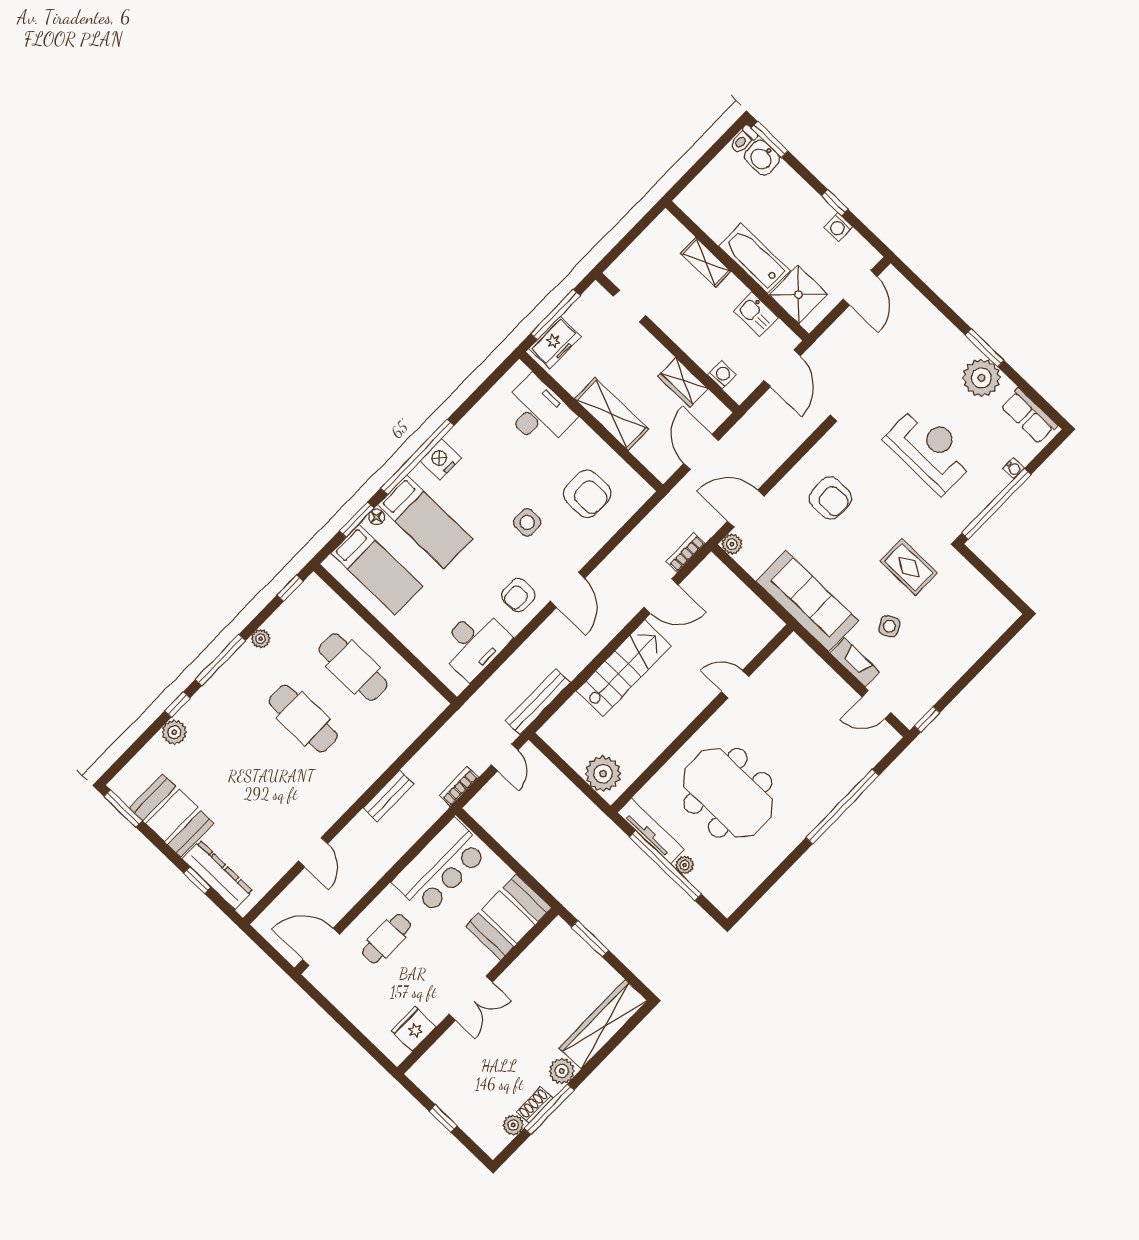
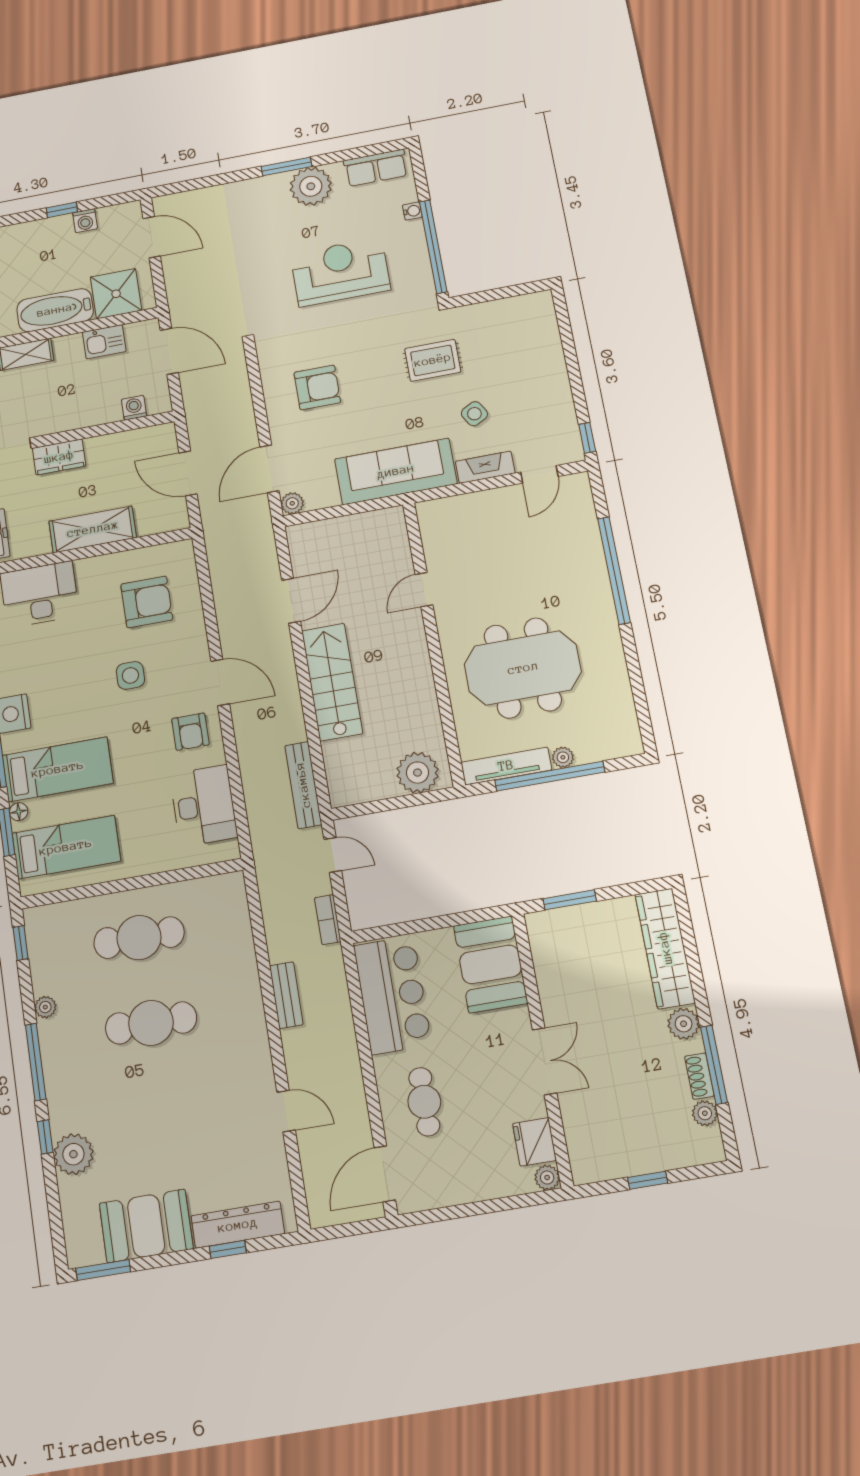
wardrobe: (683, 382) -> (59, 457), moved
bookcase: (686, 552) -> (268, 550), removed
plant: (174, 732) -> (73, 1154), width x1.36, depth x1.36
plant: (397, 1053) -> (547, 1178), added

